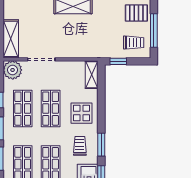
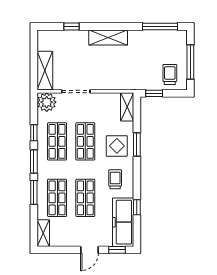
pallet: (136, 13) -> (173, 44), removed
trolley: (134, 43) -> (170, 74), turned -90
window: (101, 145) -> (137, 144), moved

